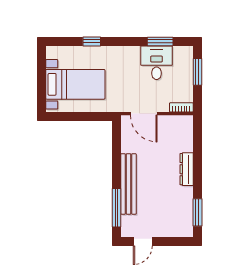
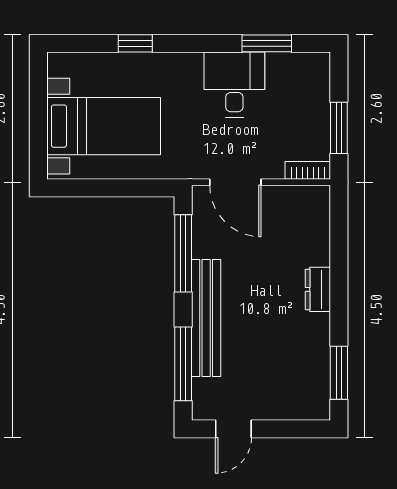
desk: (157, 63) -> (234, 85), moved
window: (197, 72) -> (339, 128), moved
window: (117, 150) -> (183, 253), added
dresser: (187, 169) -> (318, 289), width x0.70

